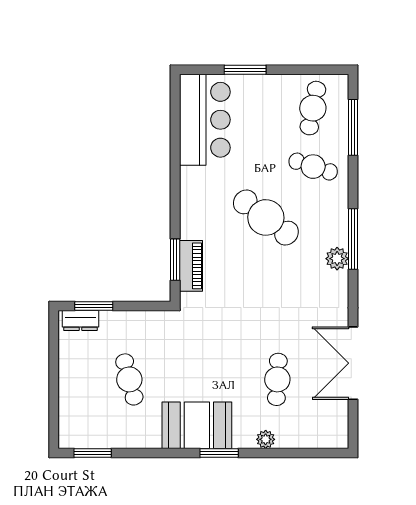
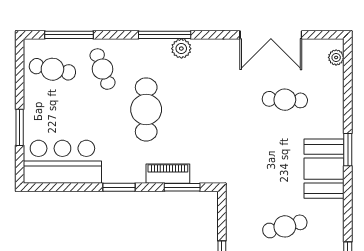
cafe table: (313, 167) -> (103, 69), turned -39
window: (175, 186) -> (119, 187), added
cafe table: (266, 217) -> (146, 109), turned -37
piano: (191, 266) -> (168, 174), moved
plant: (266, 439) -> (336, 57), moved

